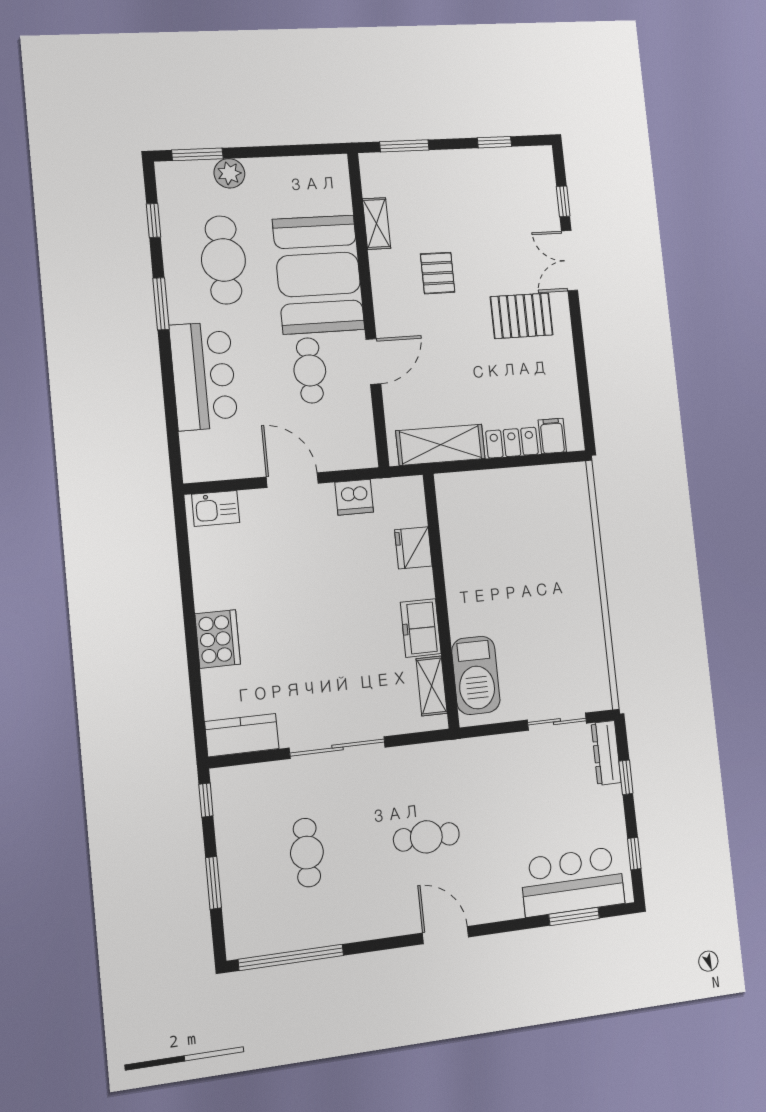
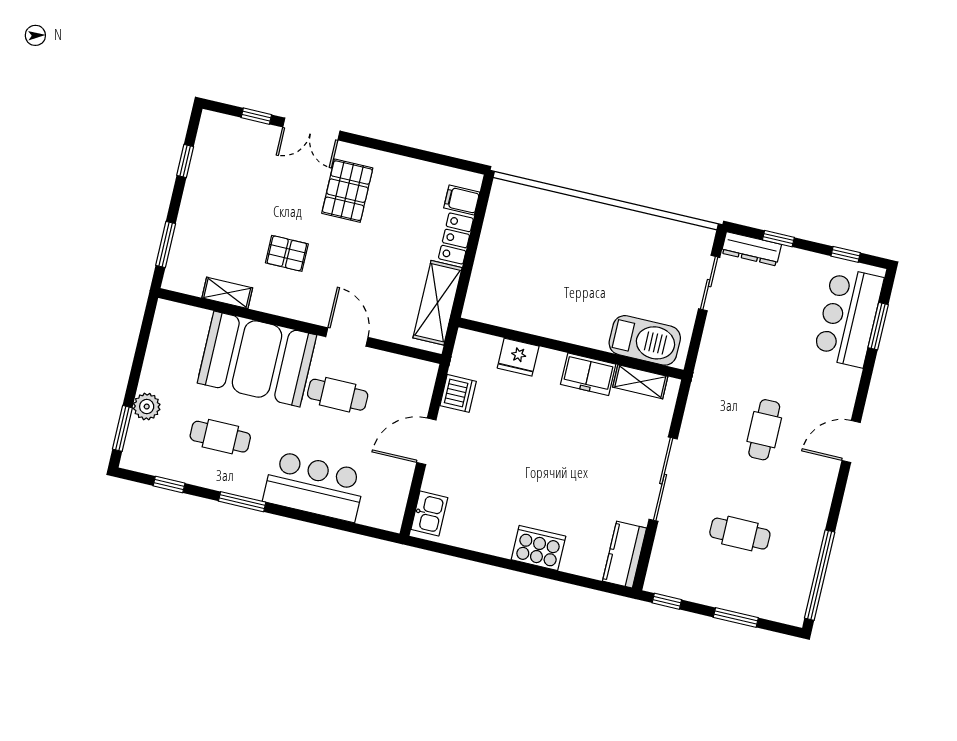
cafe table: (223, 260) -> (220, 437), width x0.73, depth x0.74

